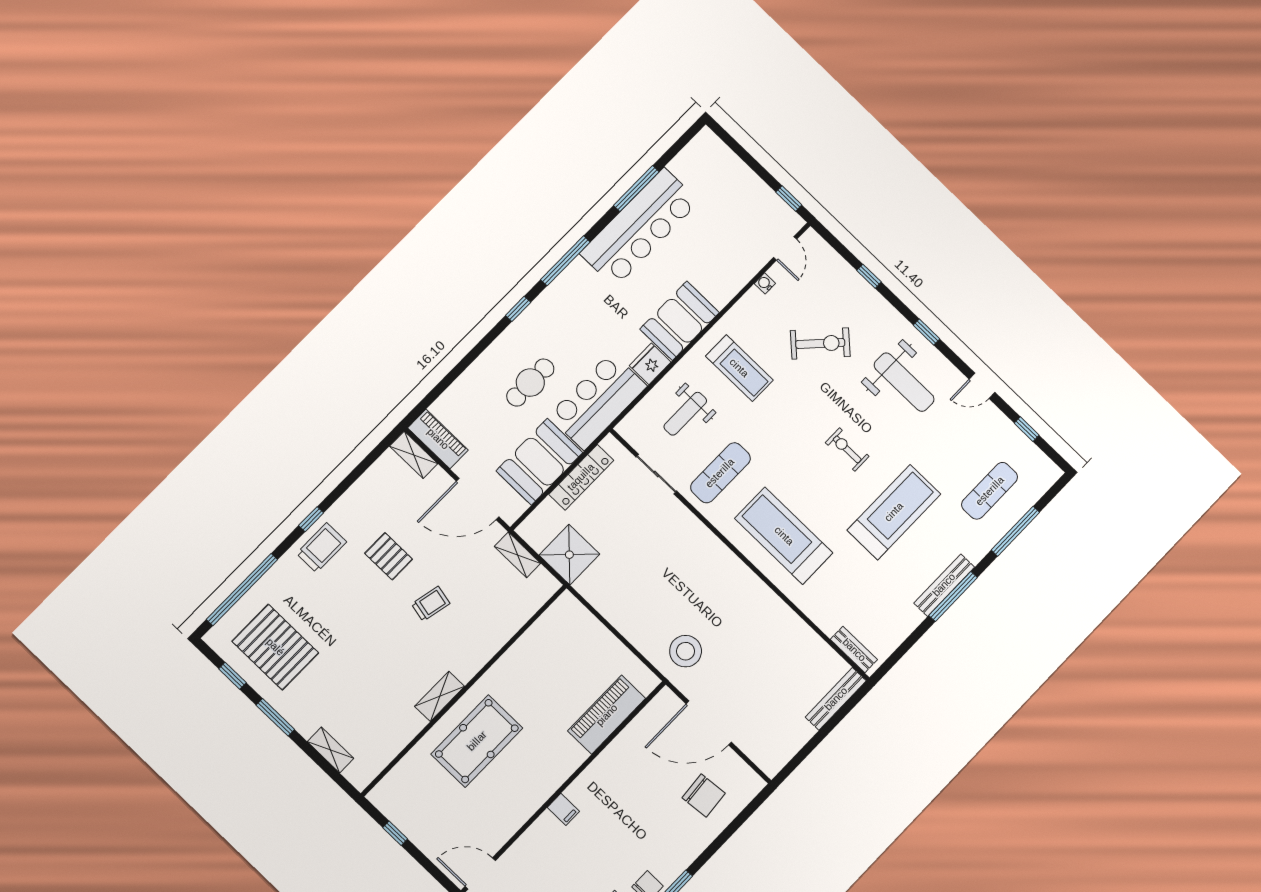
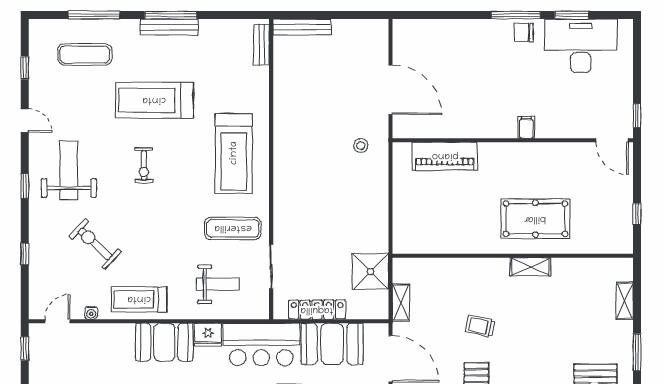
treadmill: (739, 368) -> (139, 299), moved, turned -90
stool: (686, 651) -> (361, 146), width x0.53, depth x0.53
chair: (704, 796) -> (437, 51), removed

